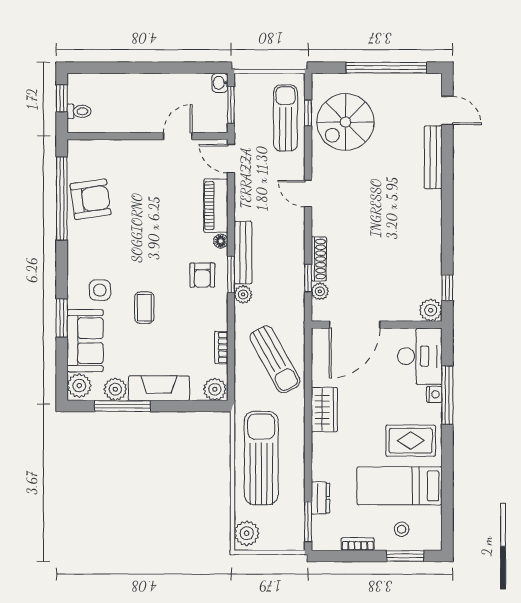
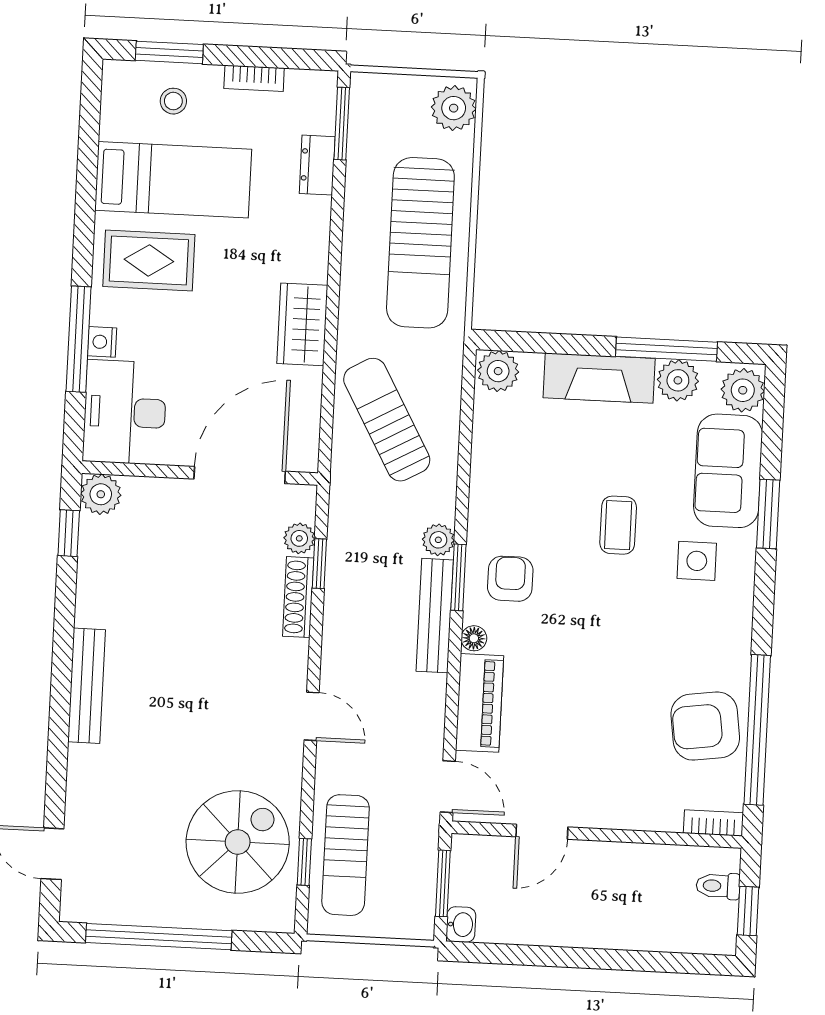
bench: (433, 157) -> (87, 686), moved
bookcase: (221, 348) -> (713, 823), moved, turned -90

